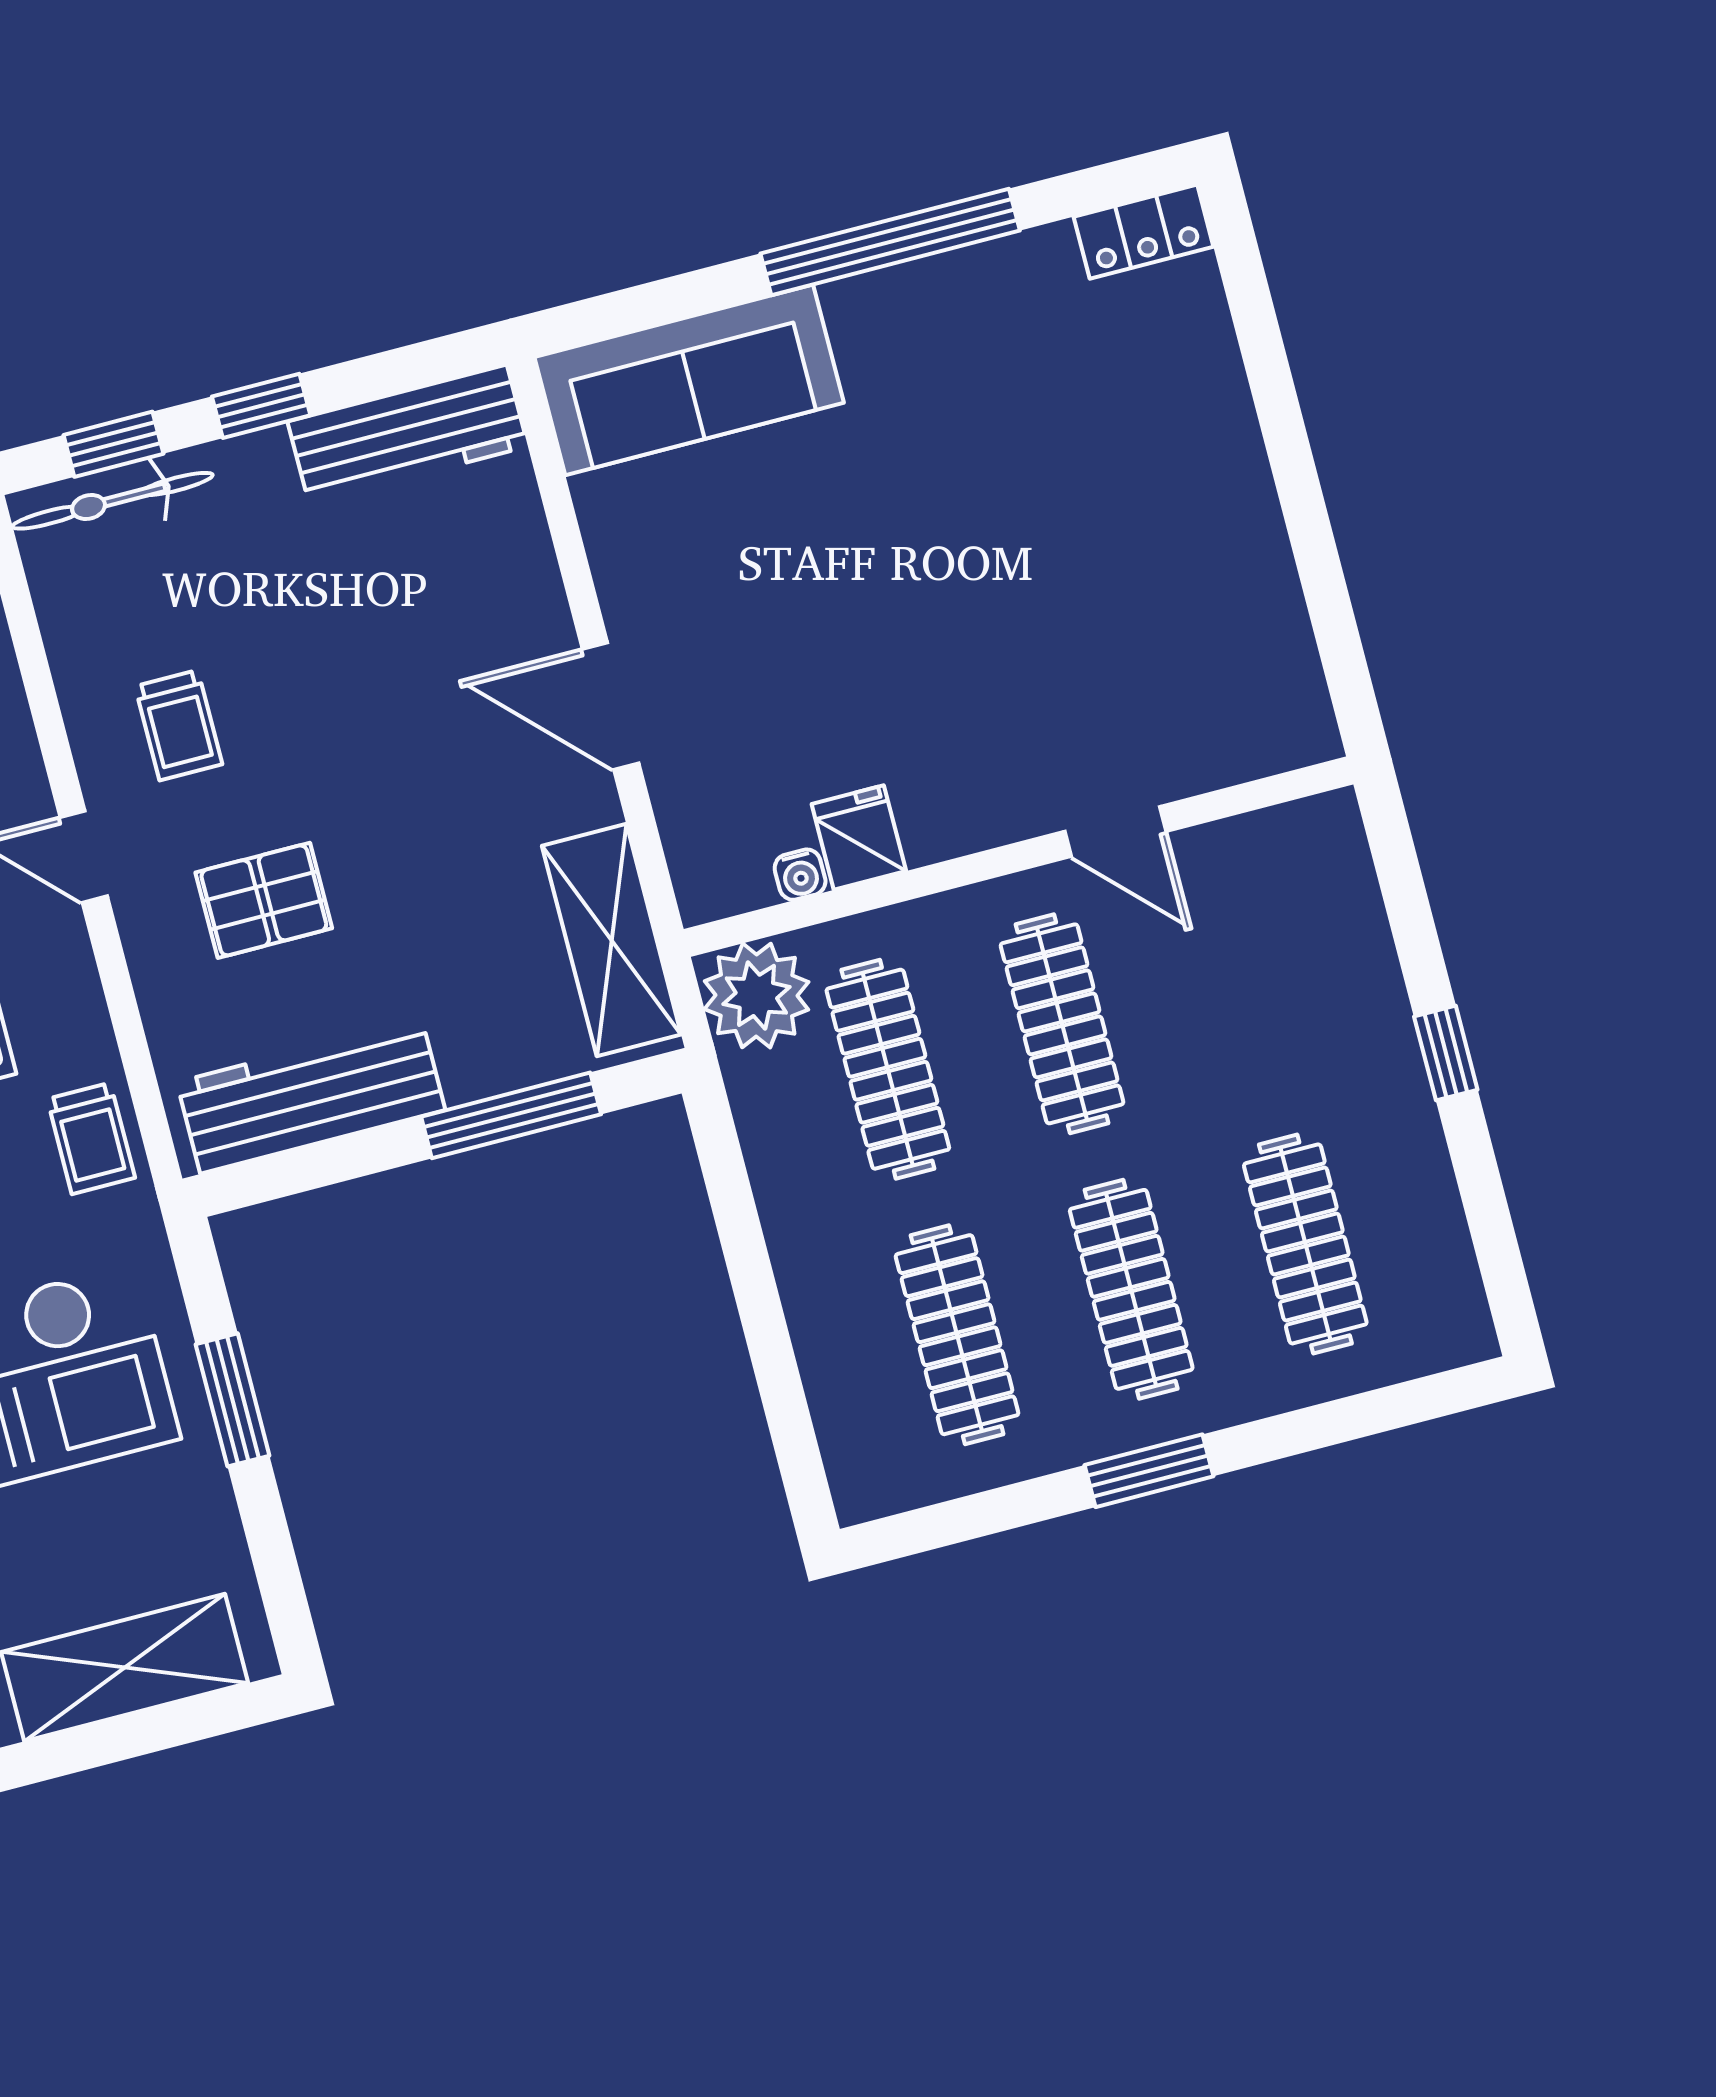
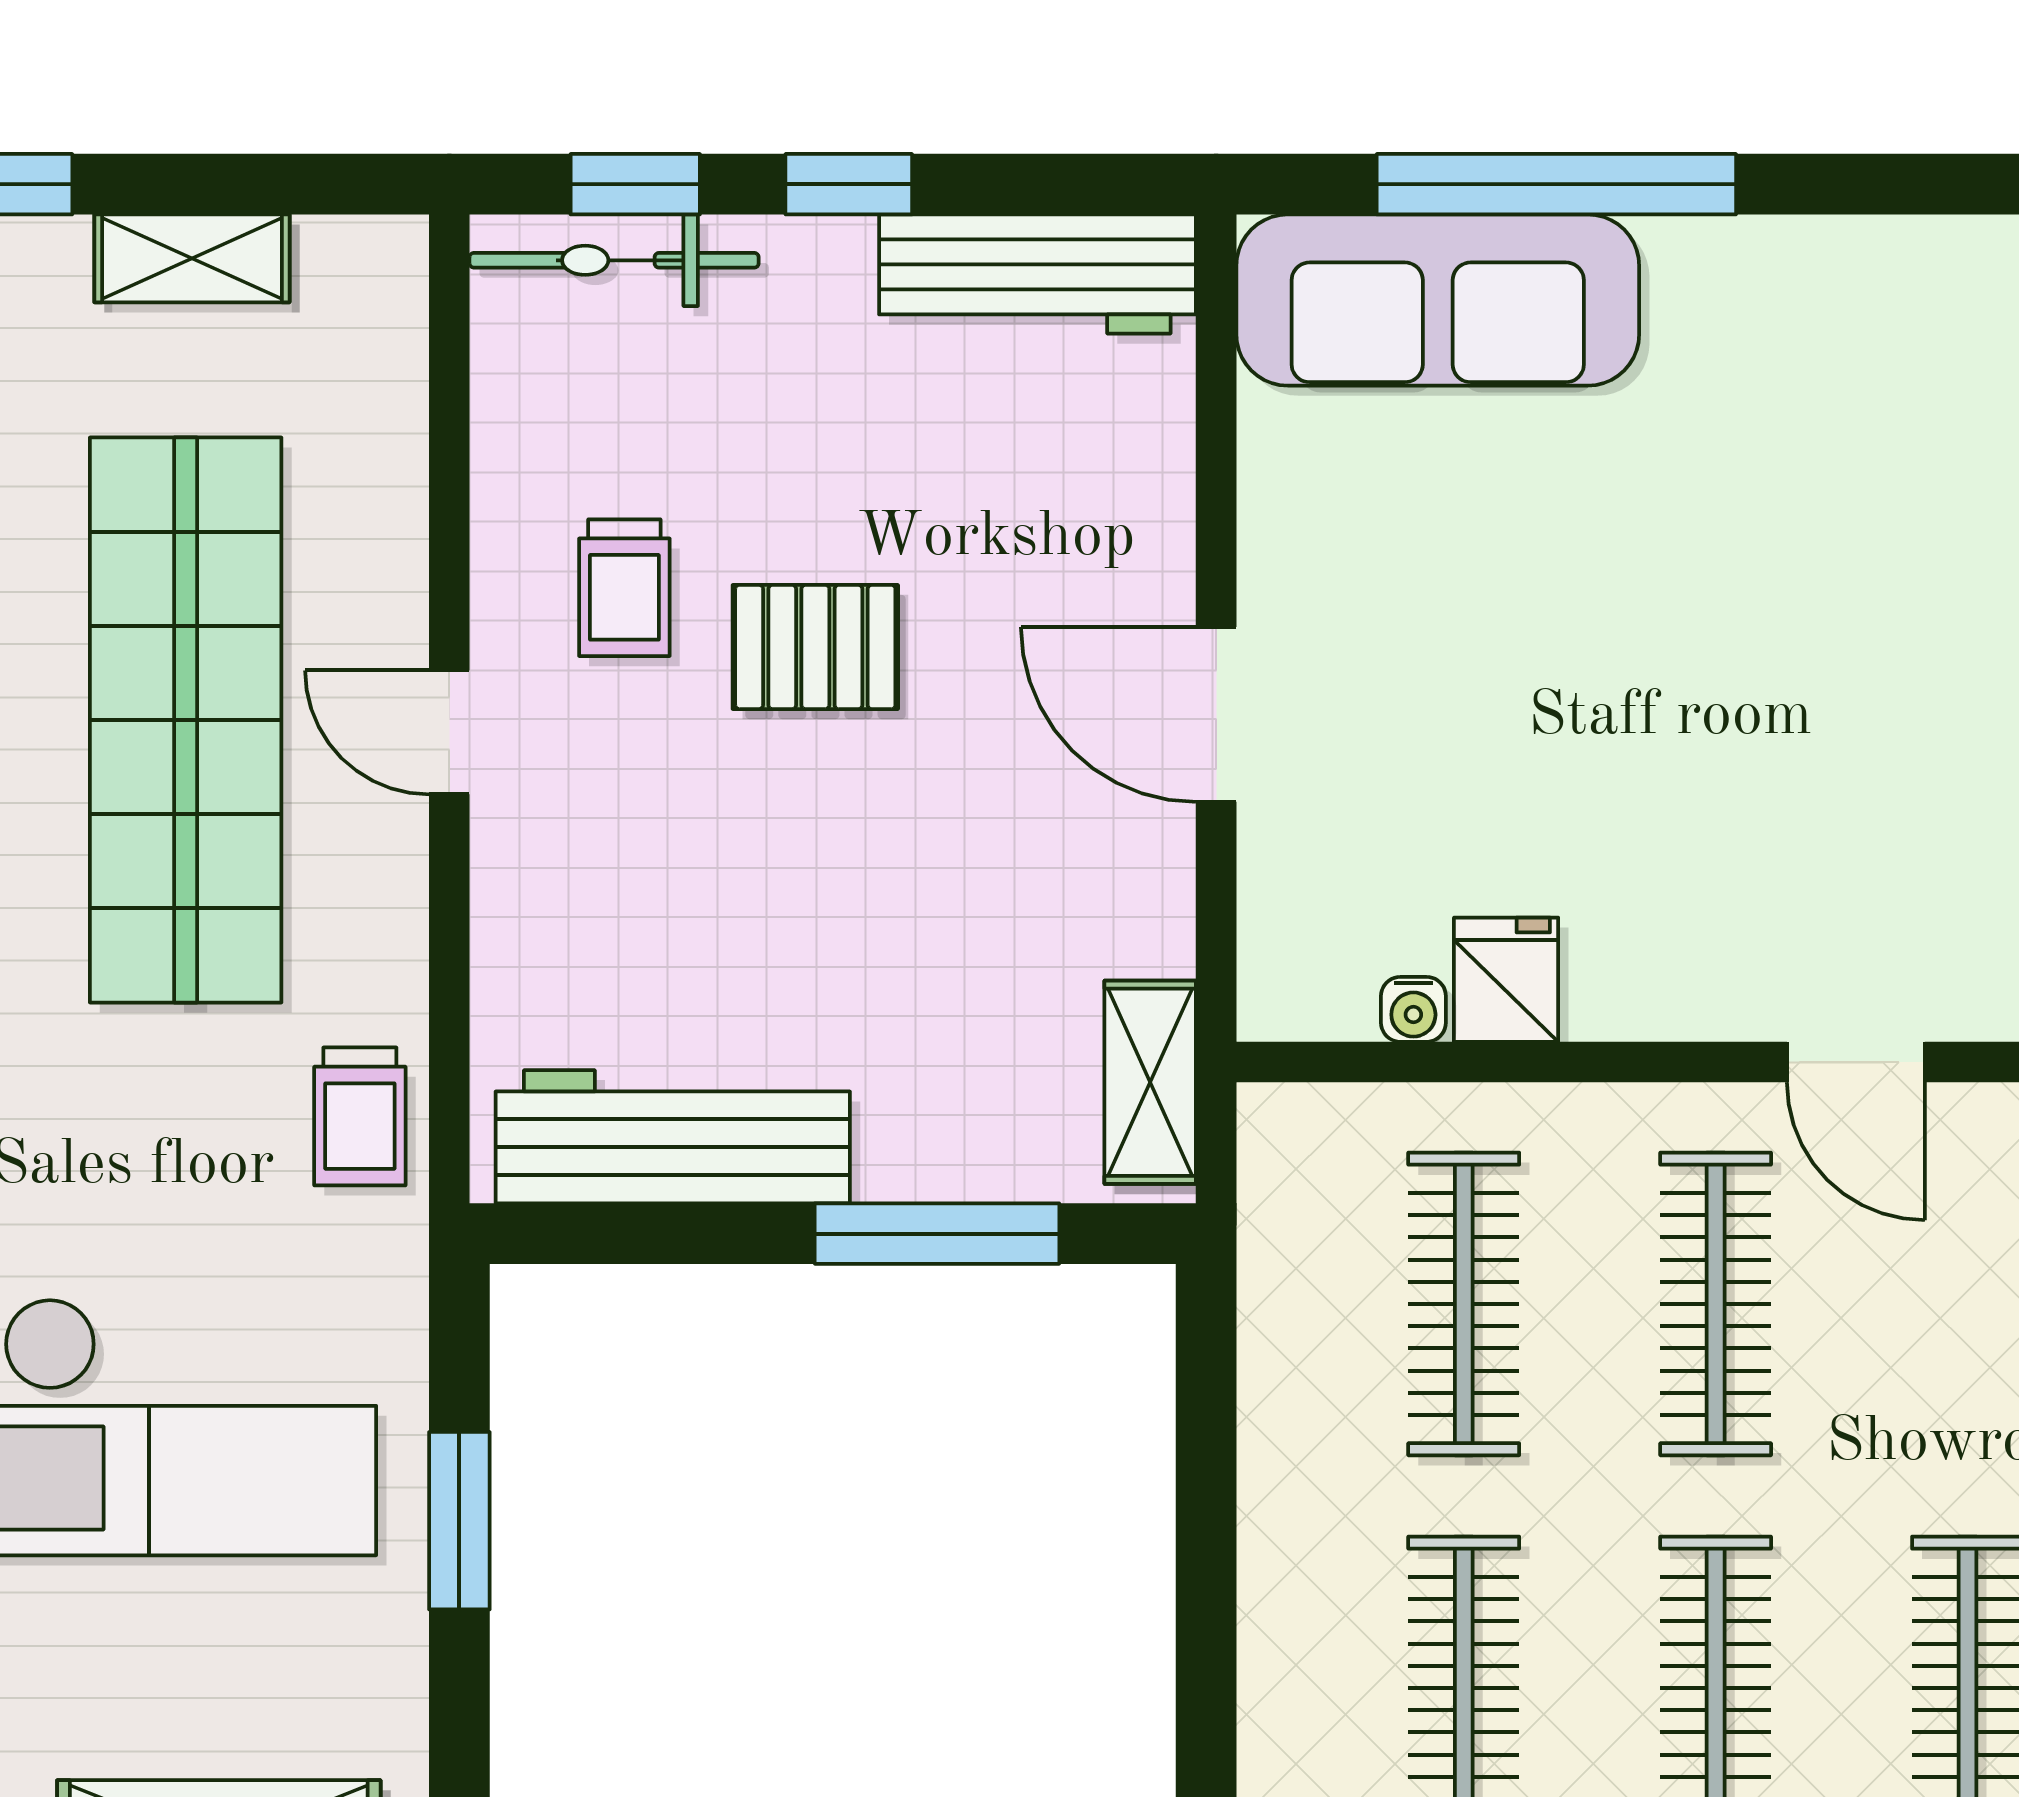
window: (890, 242) -> (1556, 184), moved
pallet: (264, 900) -> (815, 647), moved
shelving: (612, 940) -> (1150, 1082), width x0.67, depth x0.75
plant: (756, 995) -> (1312, 1158), removed

